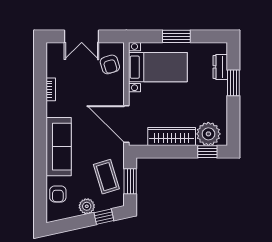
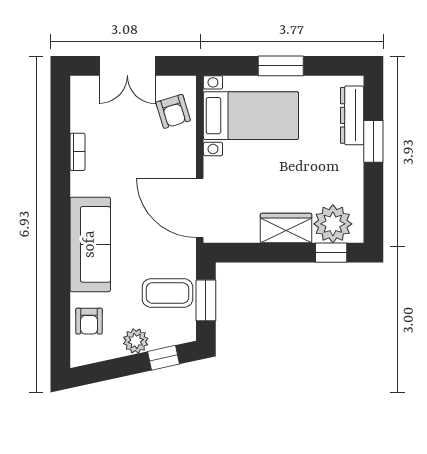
dresser: (220, 67) -> (352, 115), width x1.44
wardrobe: (172, 137) -> (286, 228), width x0.67
coffee table: (106, 177) -> (167, 293), turned -73

